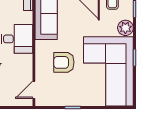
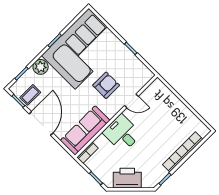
armchair: (64, 62) -> (106, 85), turned -90
door: (34, 90) -> (131, 101), moved

